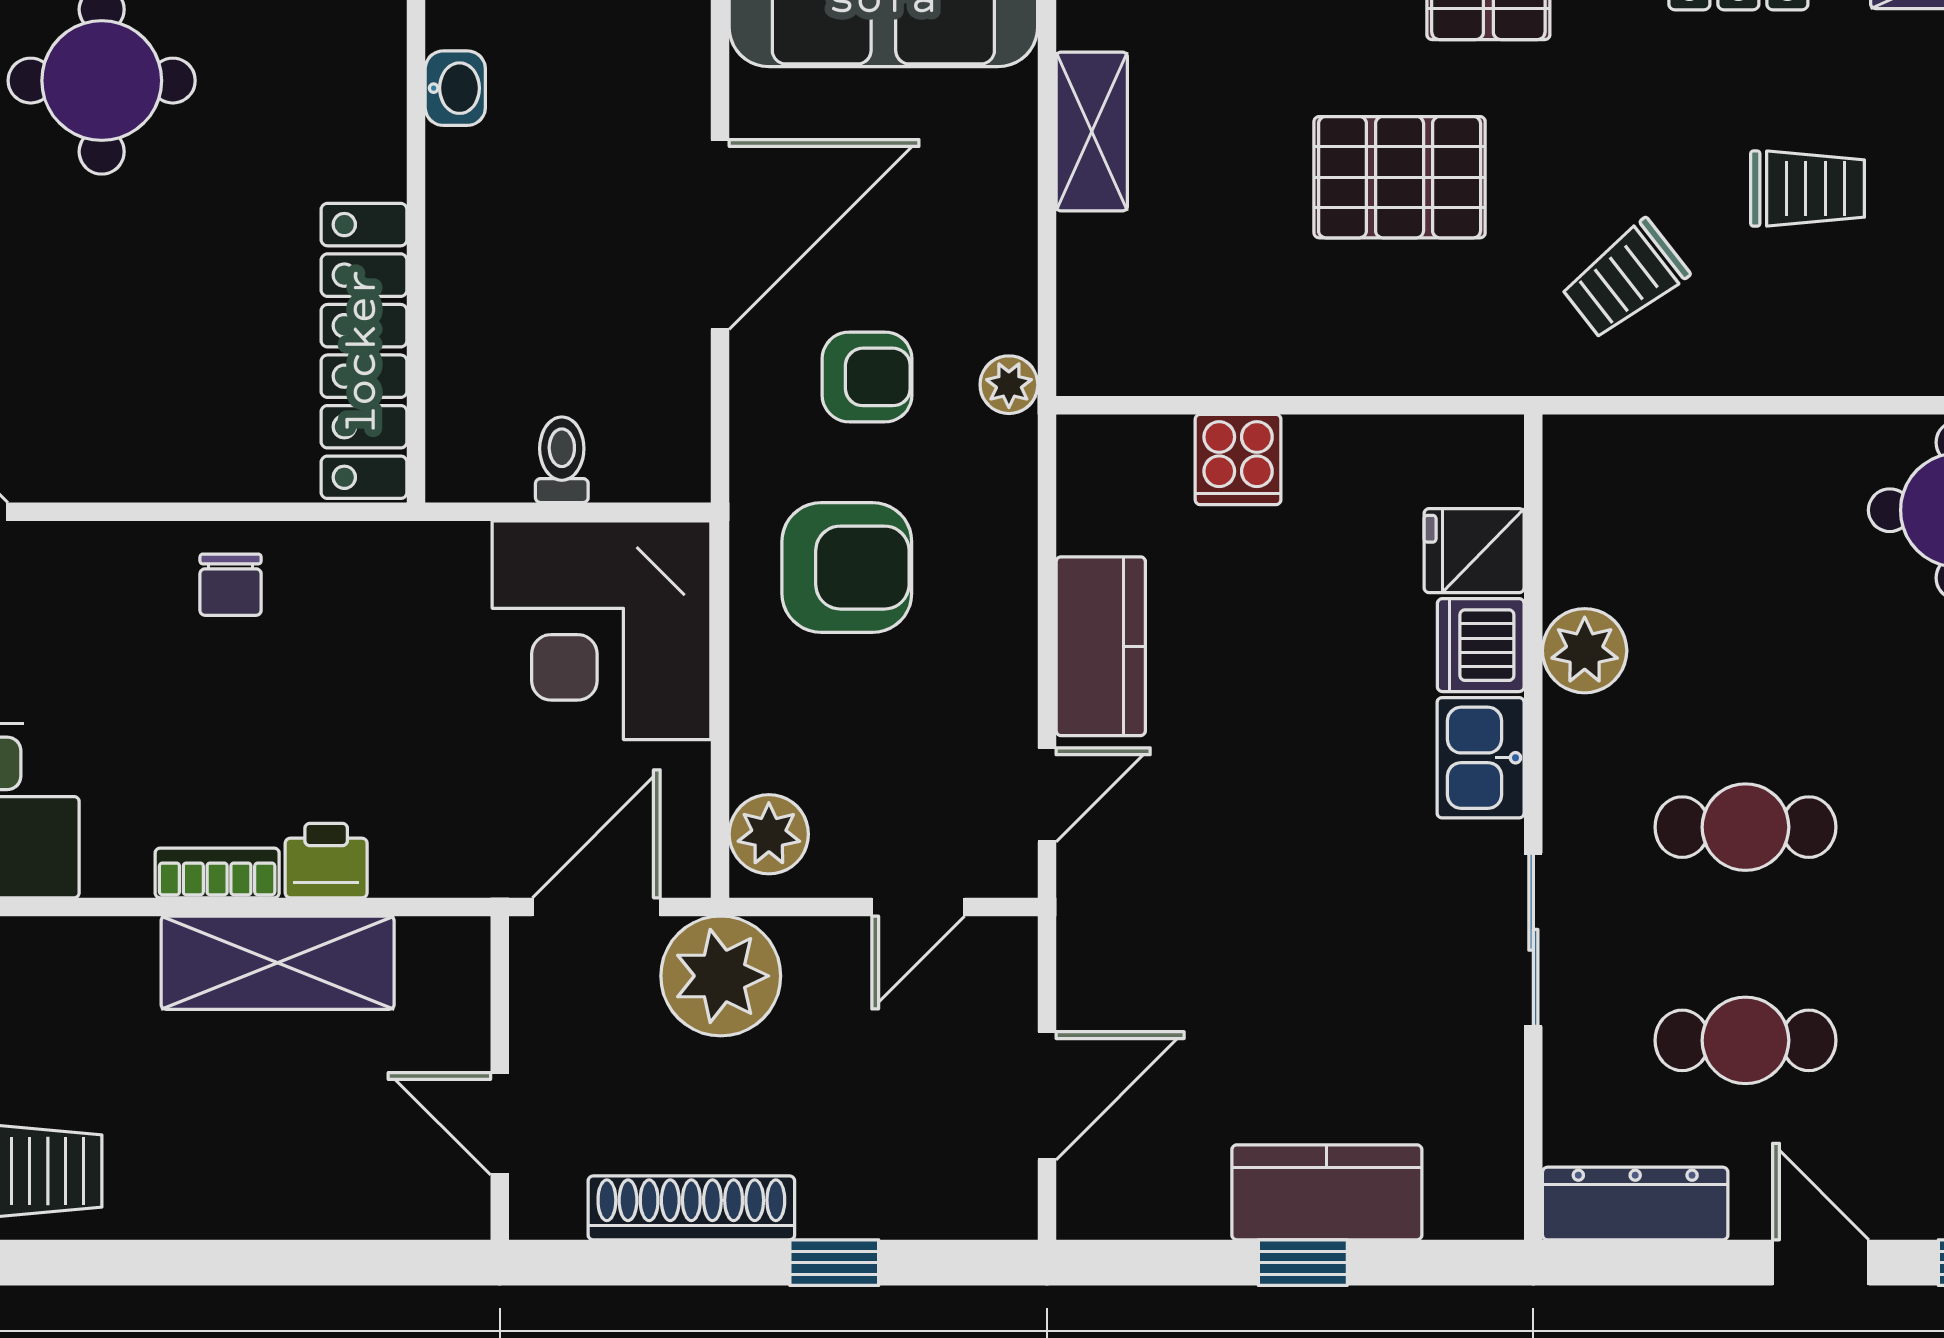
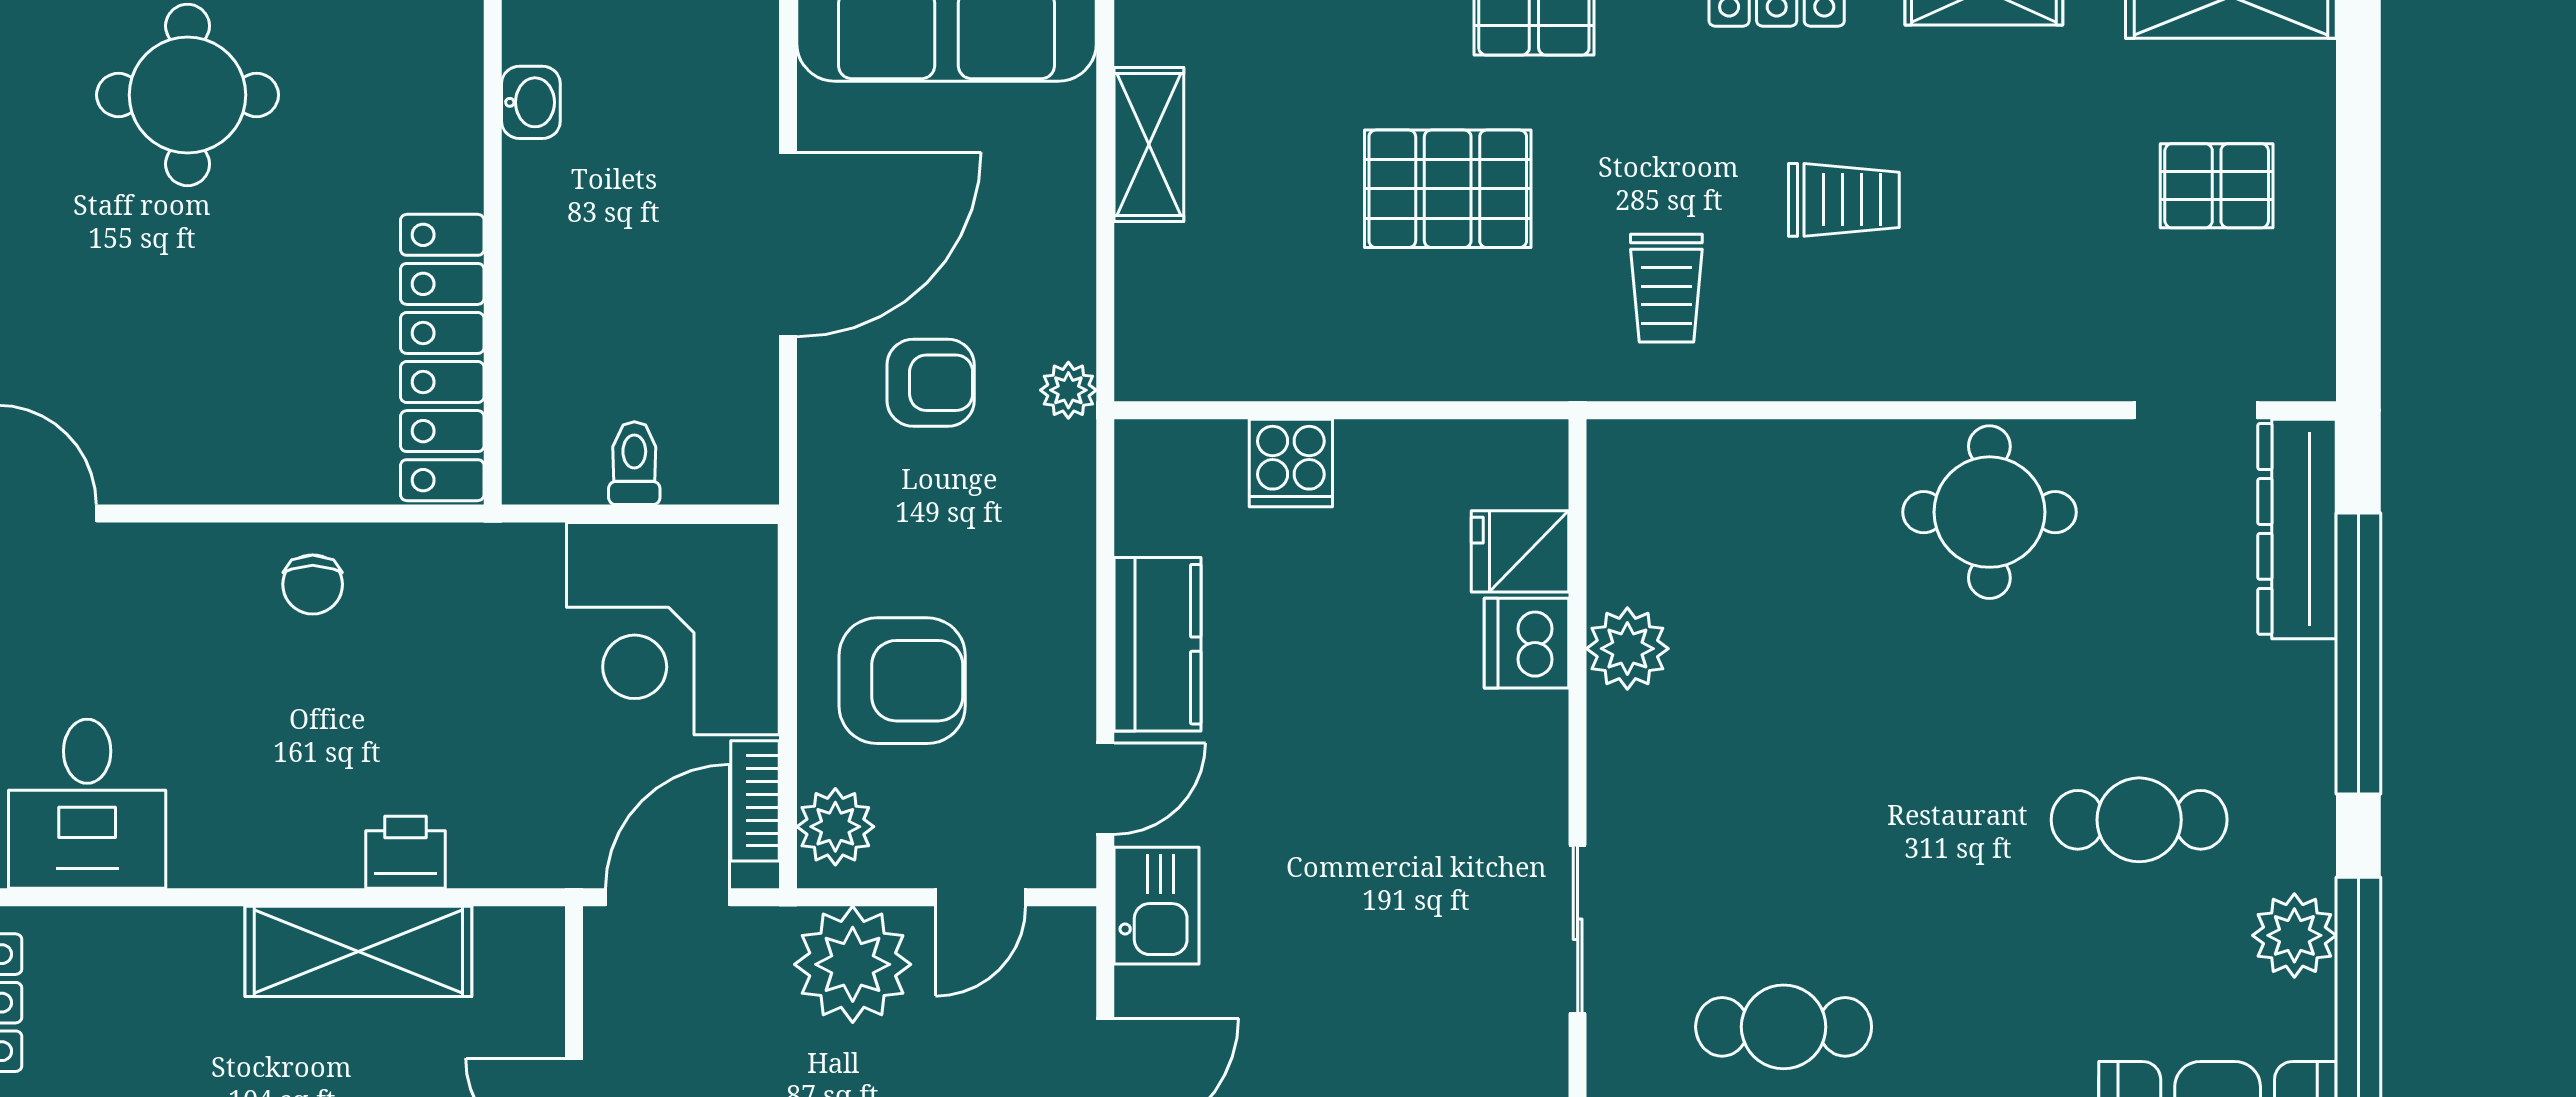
trolley: (1625, 279) -> (1666, 288), turned -52
armchair: (847, 568) -> (902, 681), moved
kitchen sink: (1481, 758) -> (1156, 906), moved, turned 180
cafe table: (1745, 827) -> (1784, 820), removed
bookcase: (217, 873) -> (755, 801), moved, turned -90
plant: (721, 976) -> (853, 964), moved

